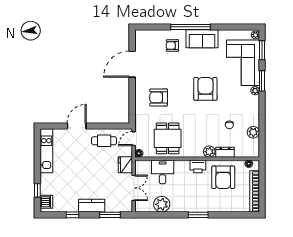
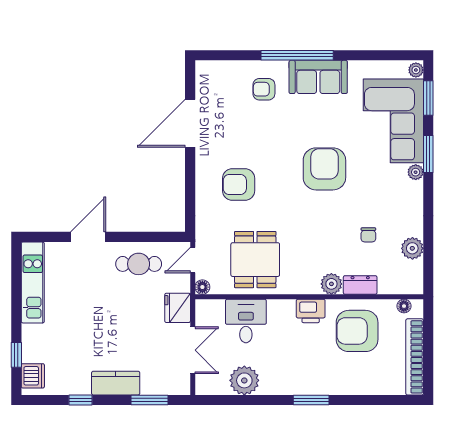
armchair: (223, 177) -> (357, 331), turned 90

